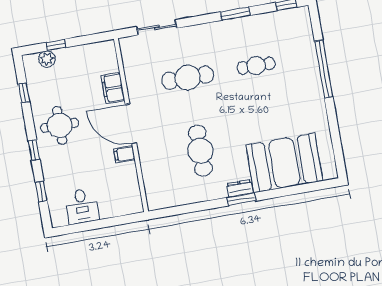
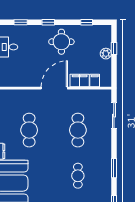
plant: (47, 59) -> (106, 54), moved
cafe table: (200, 151) -> (29, 130), turned 90
filing cabinet: (124, 154) -> (95, 80), moved

